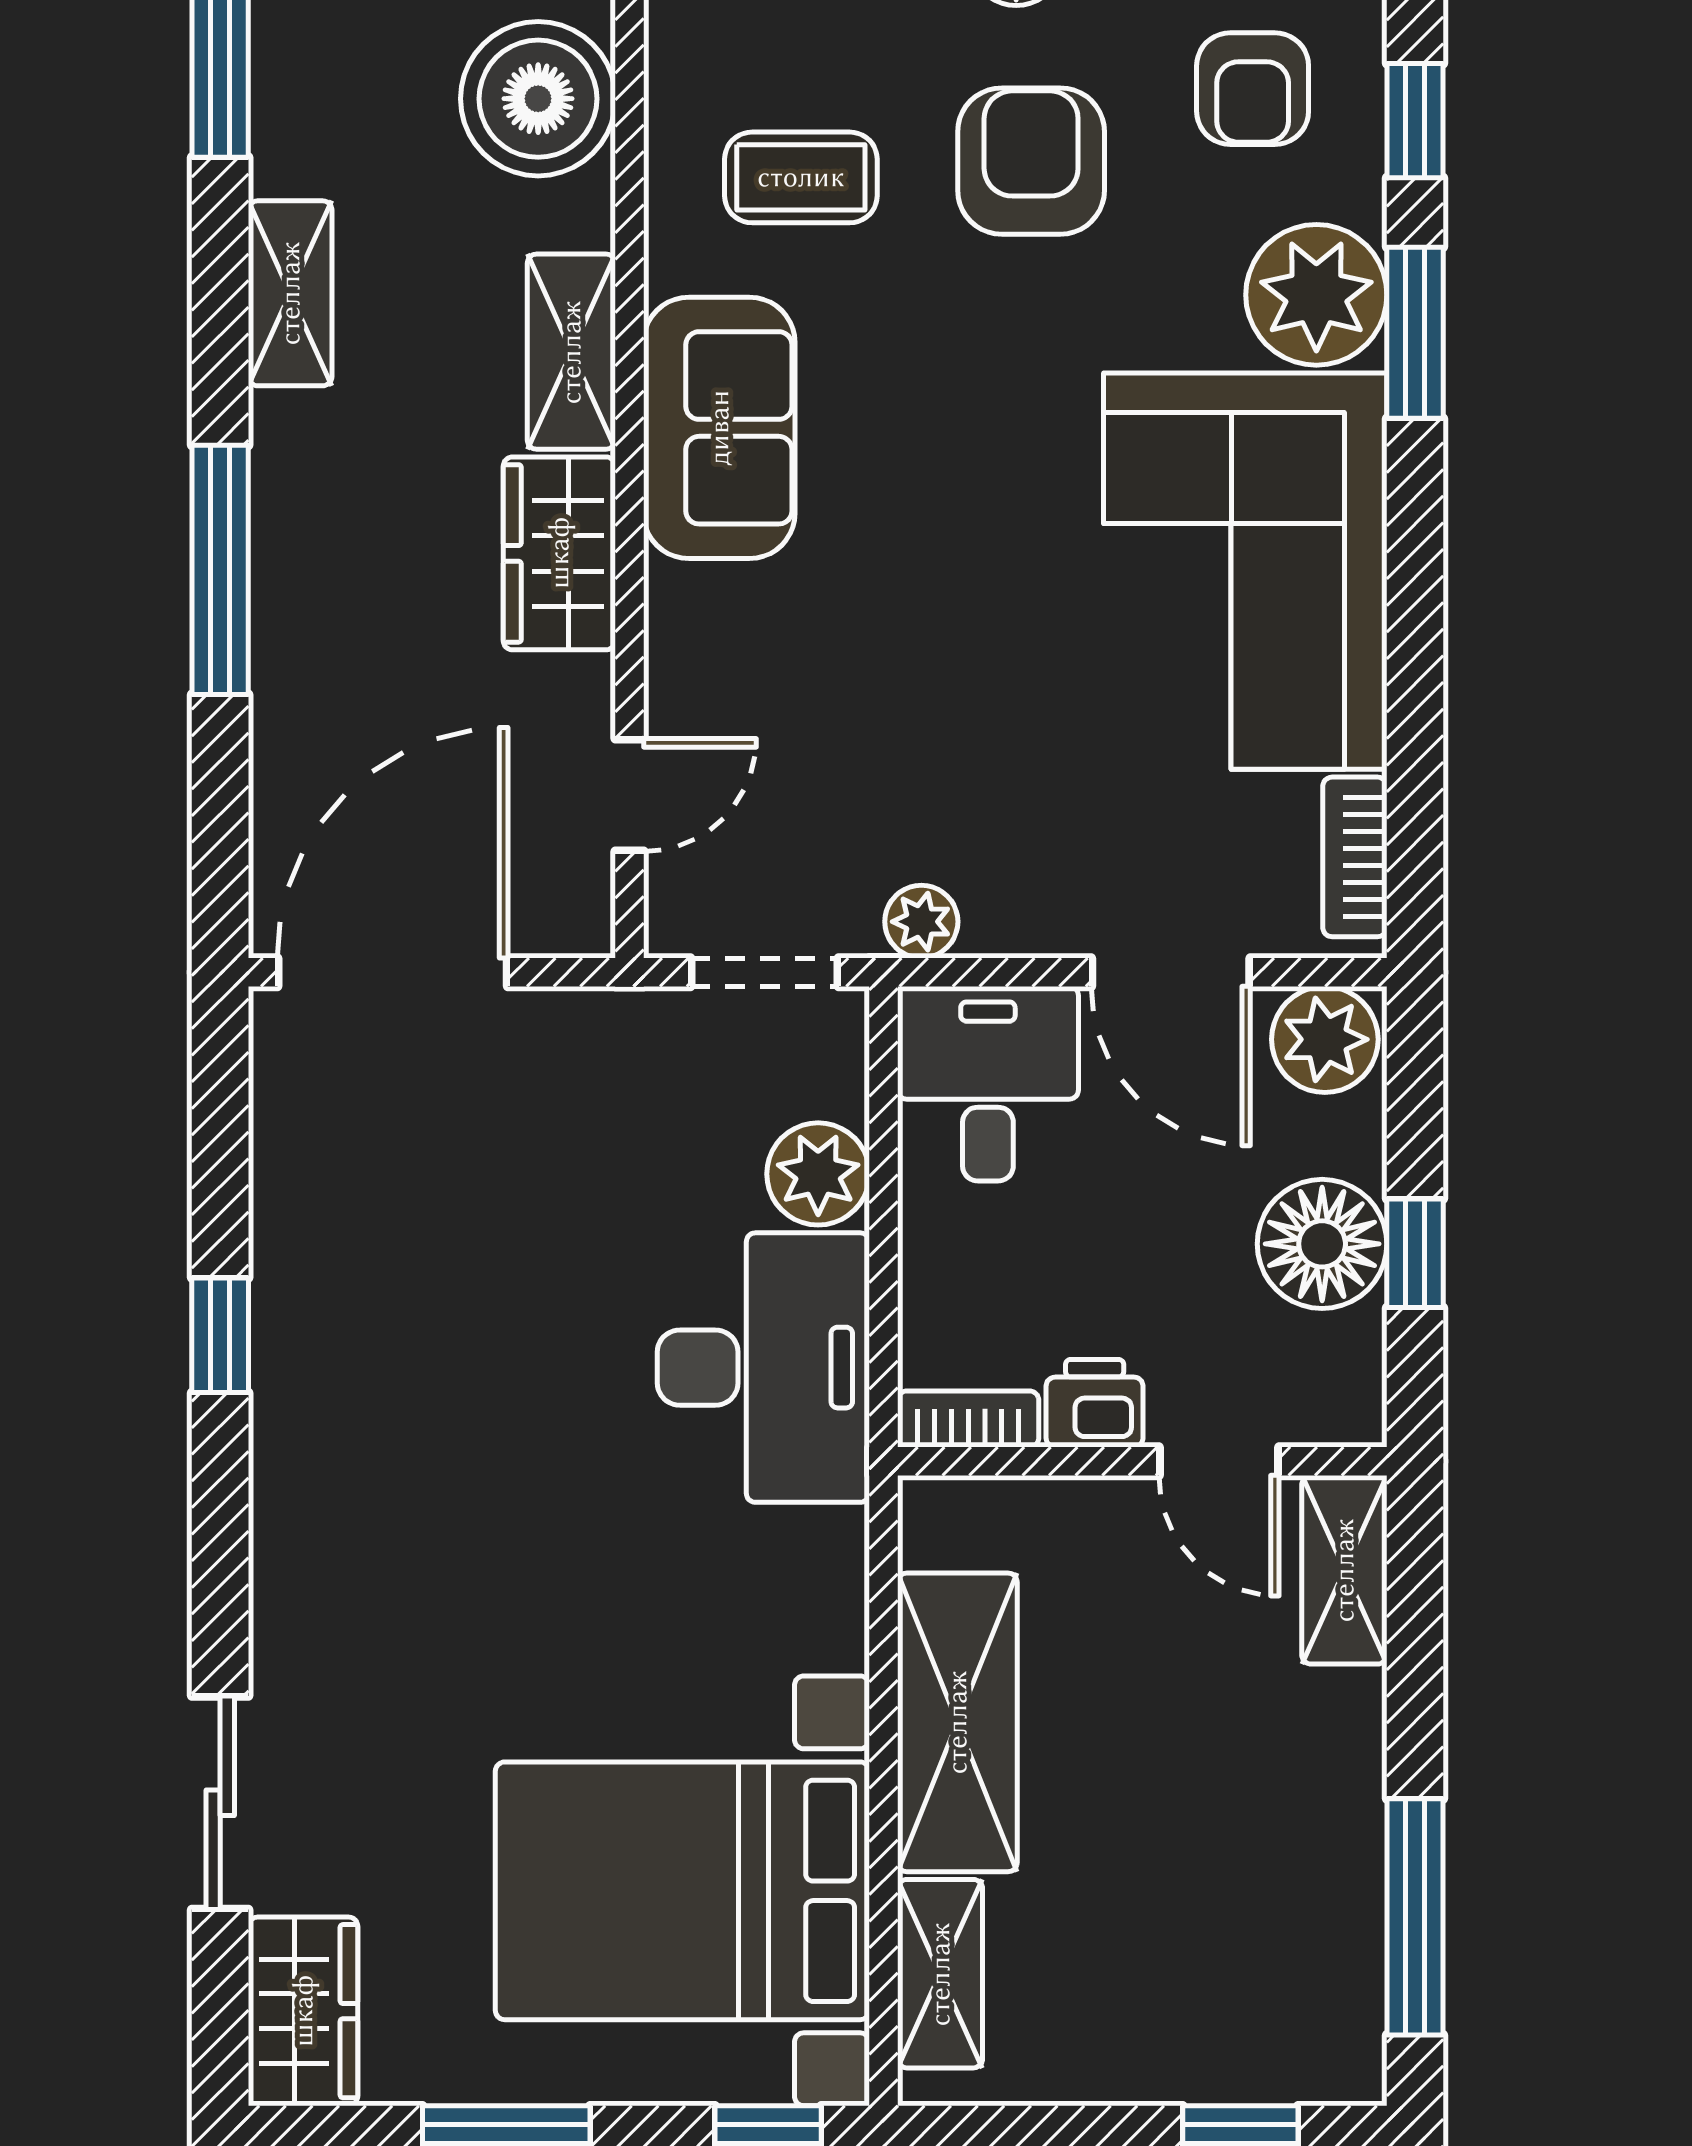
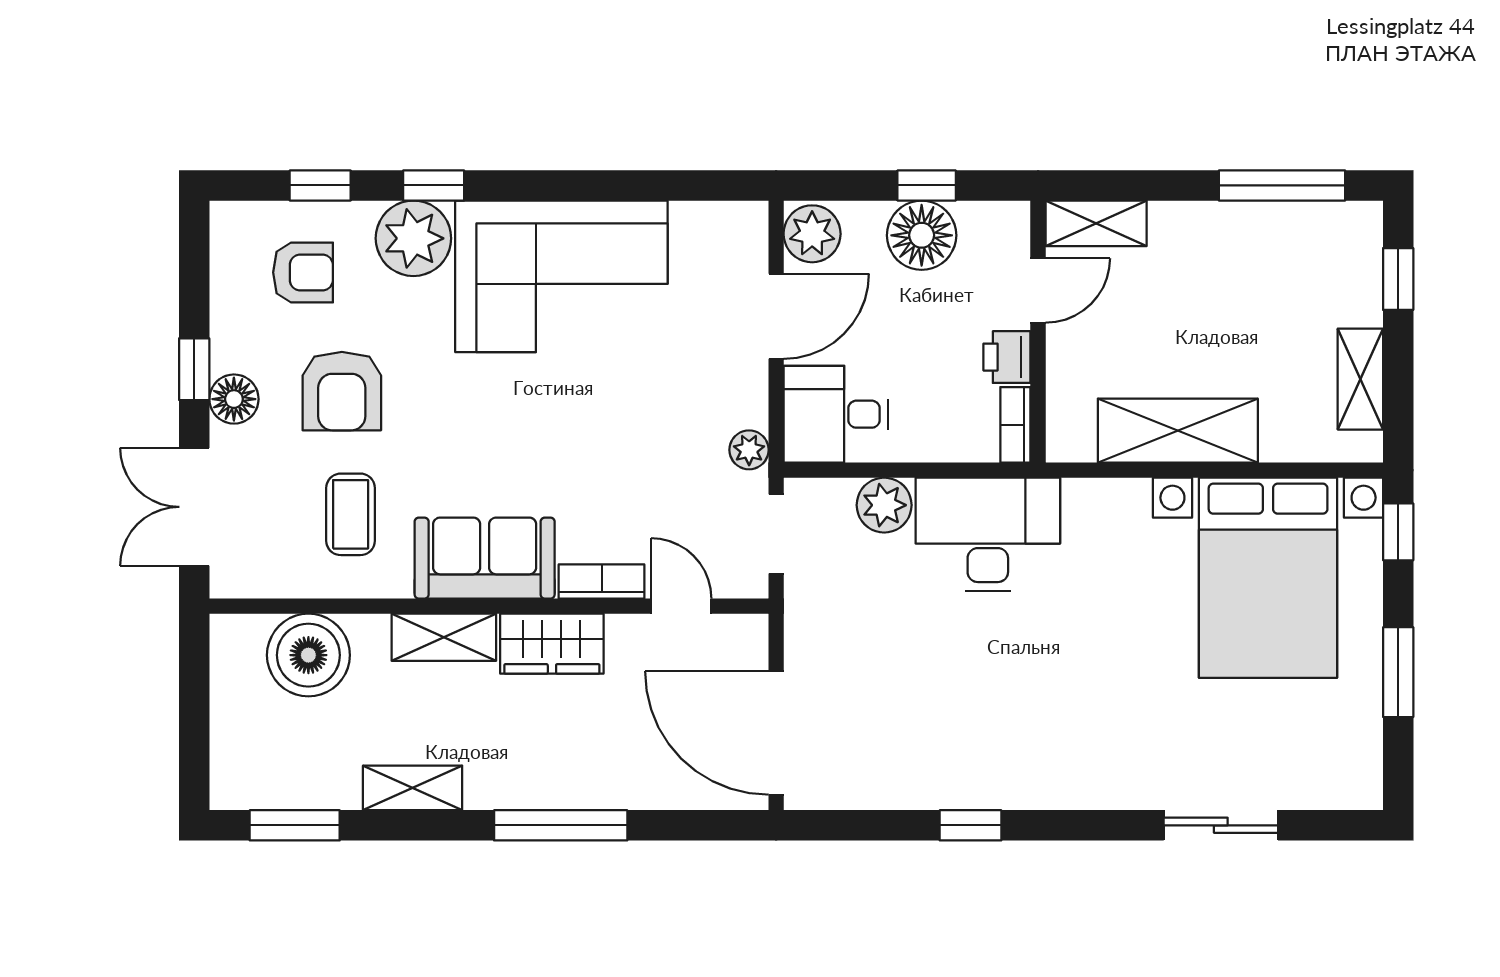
armchair: (1031, 161) -> (342, 391), turned -90
window: (1415, 333) -> (434, 185), width x0.67
bookcase: (1355, 857) -> (602, 581), moved, turned 180
shelving: (940, 1974) -> (1360, 379), moved, turned 90
wardrobe: (303, 2011) -> (1332, 781), removed

